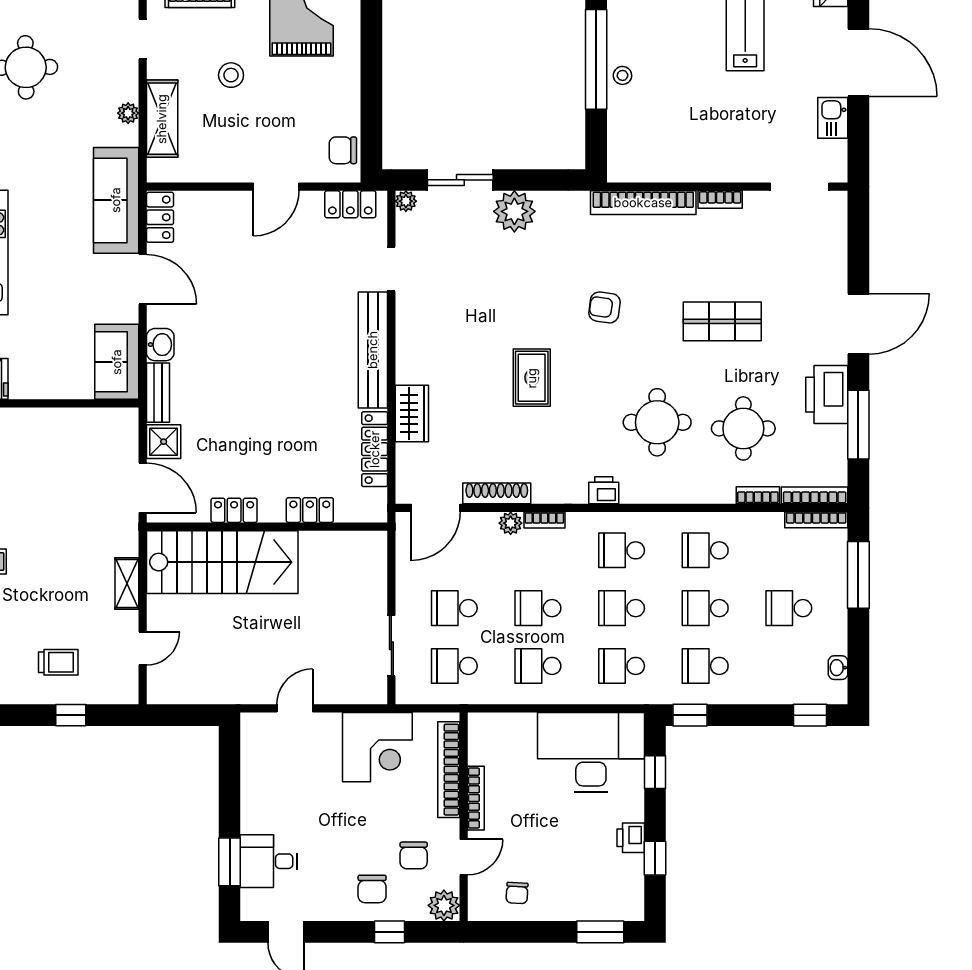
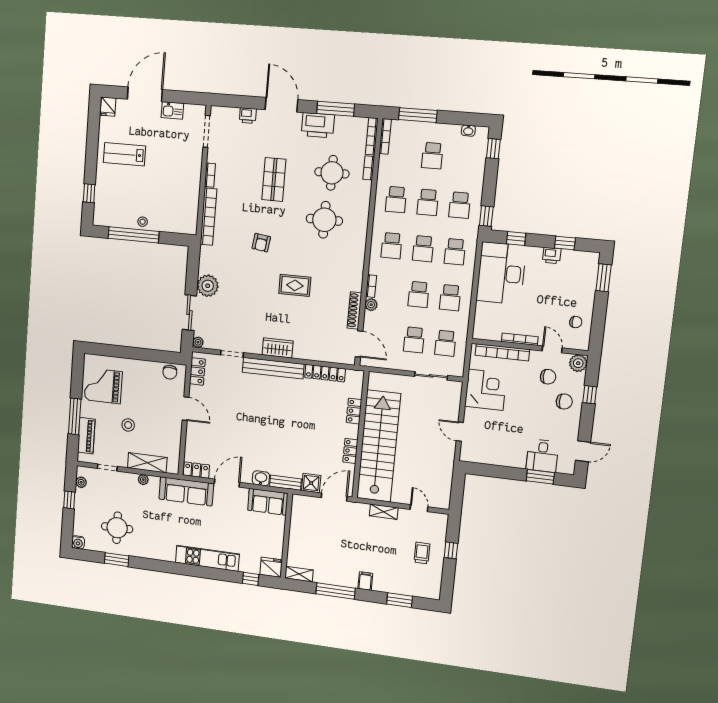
wardrobe: (412, 414) -> (278, 348), moved
printer: (604, 490) -> (248, 116), moved, turned -90
stairs: (222, 562) -> (379, 446), width x1.36

